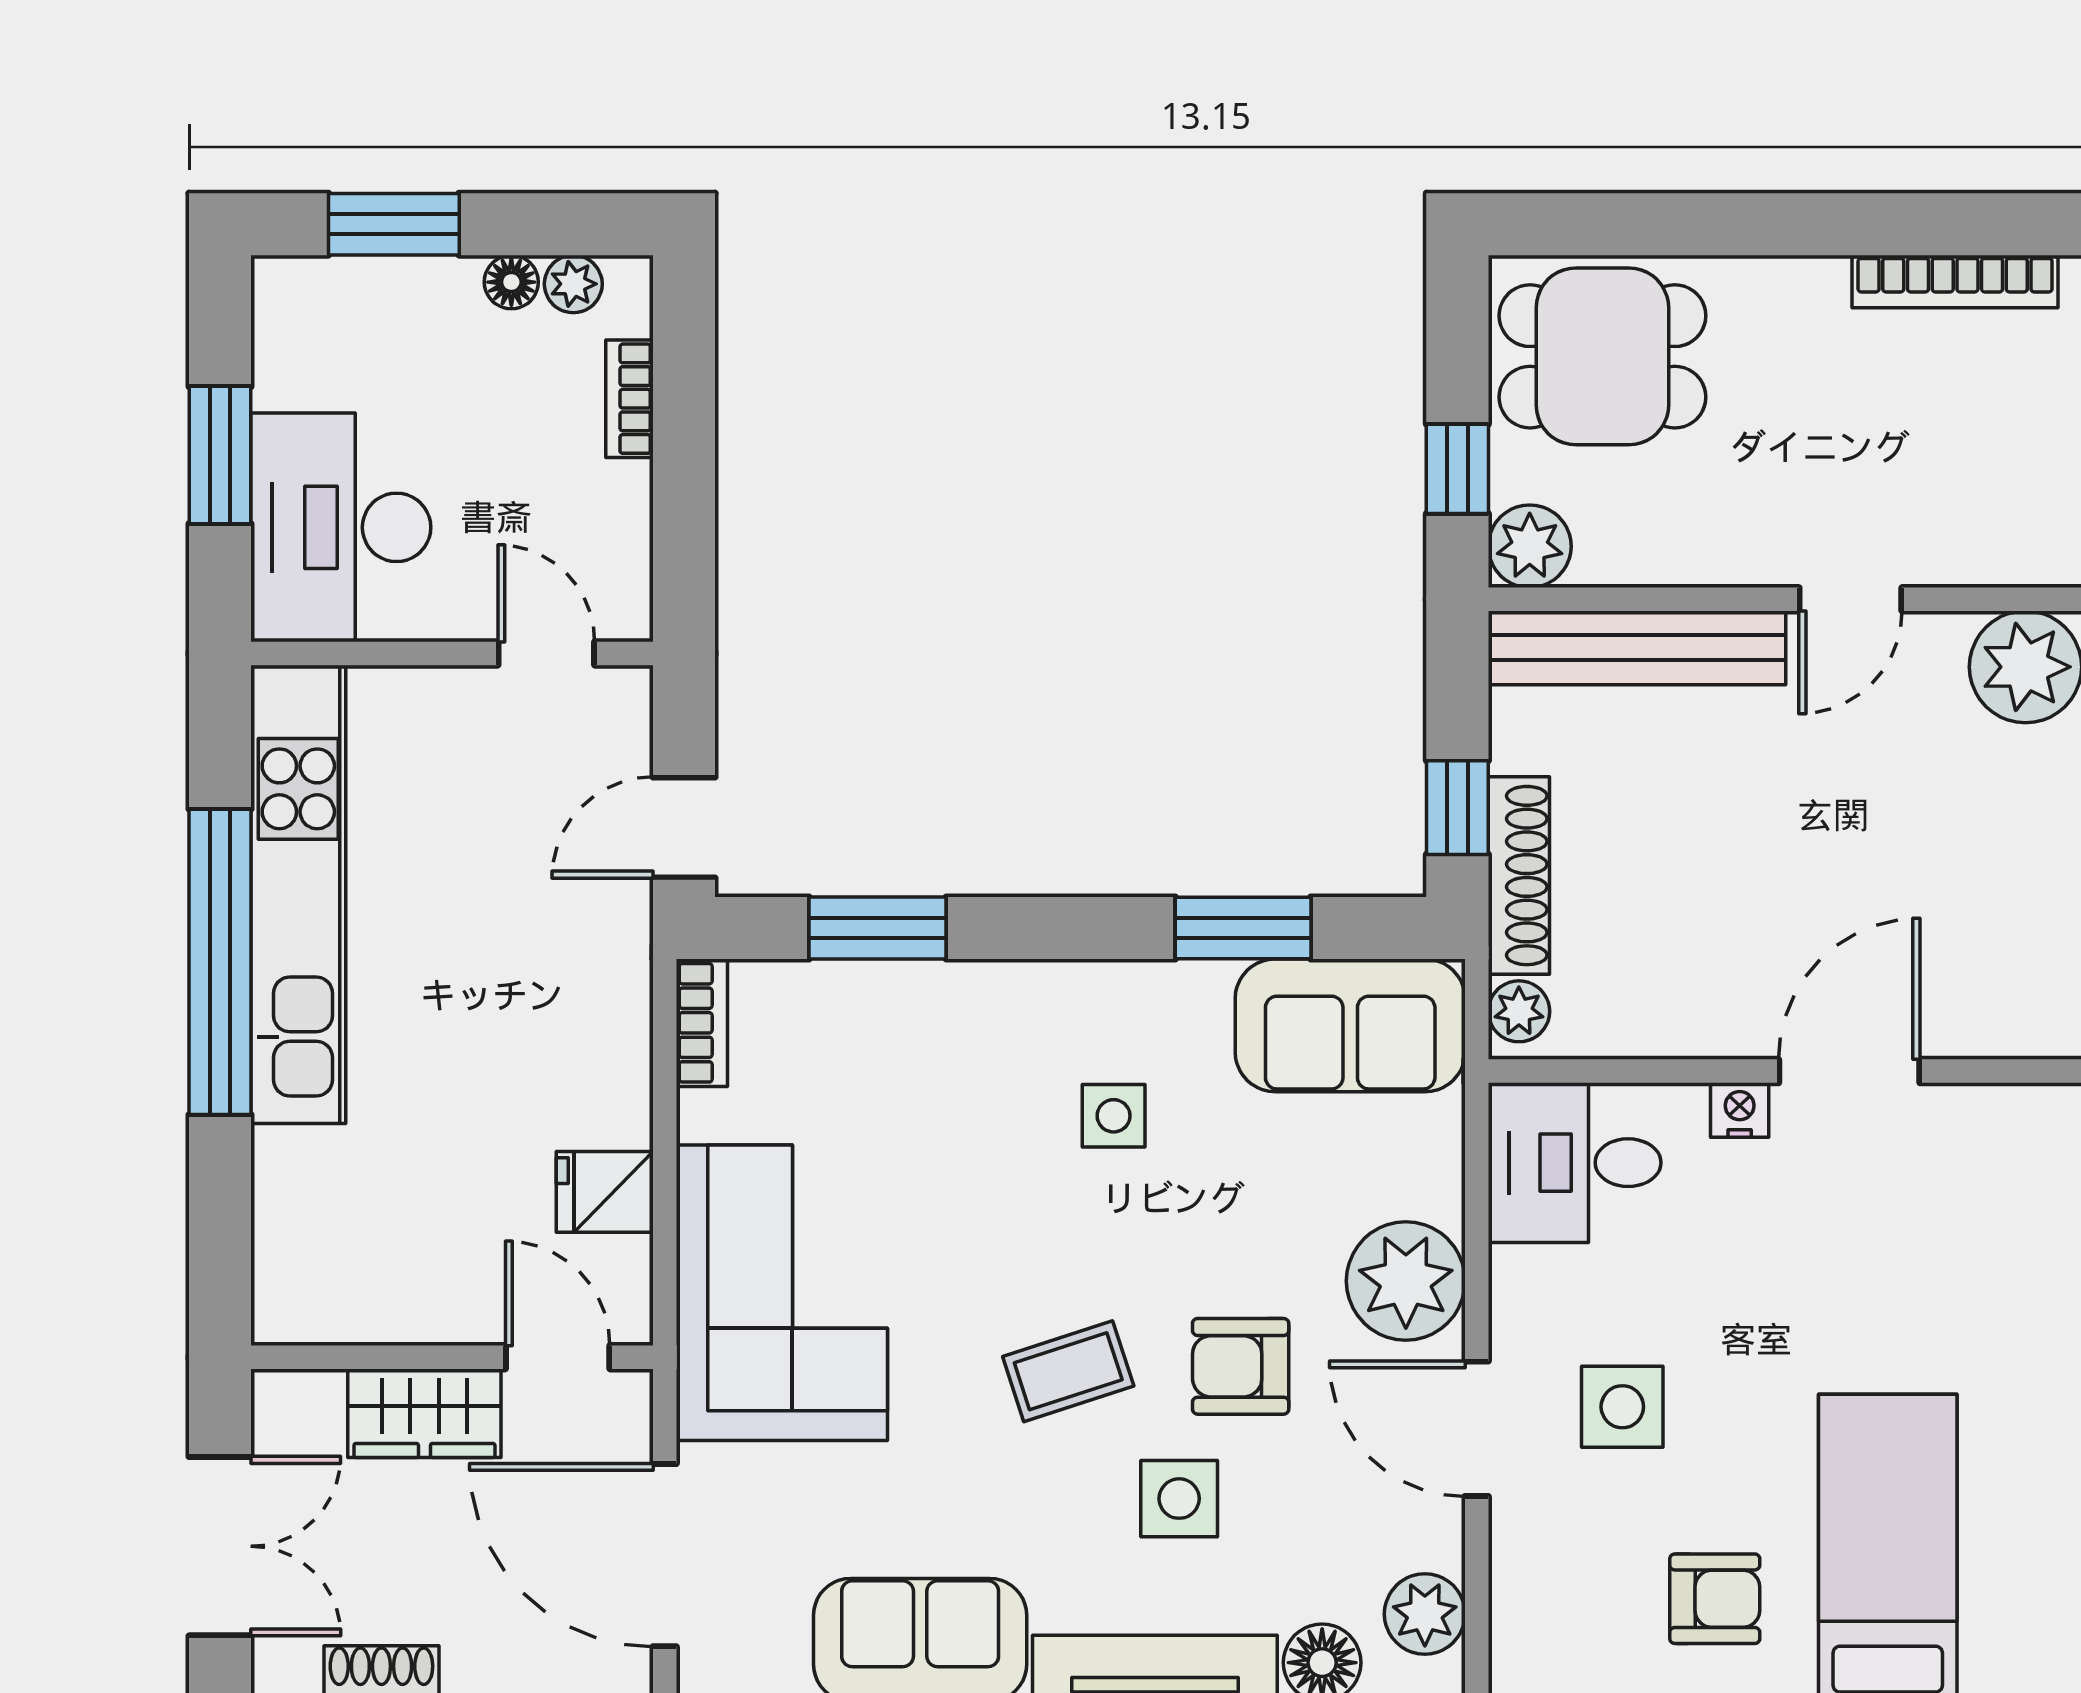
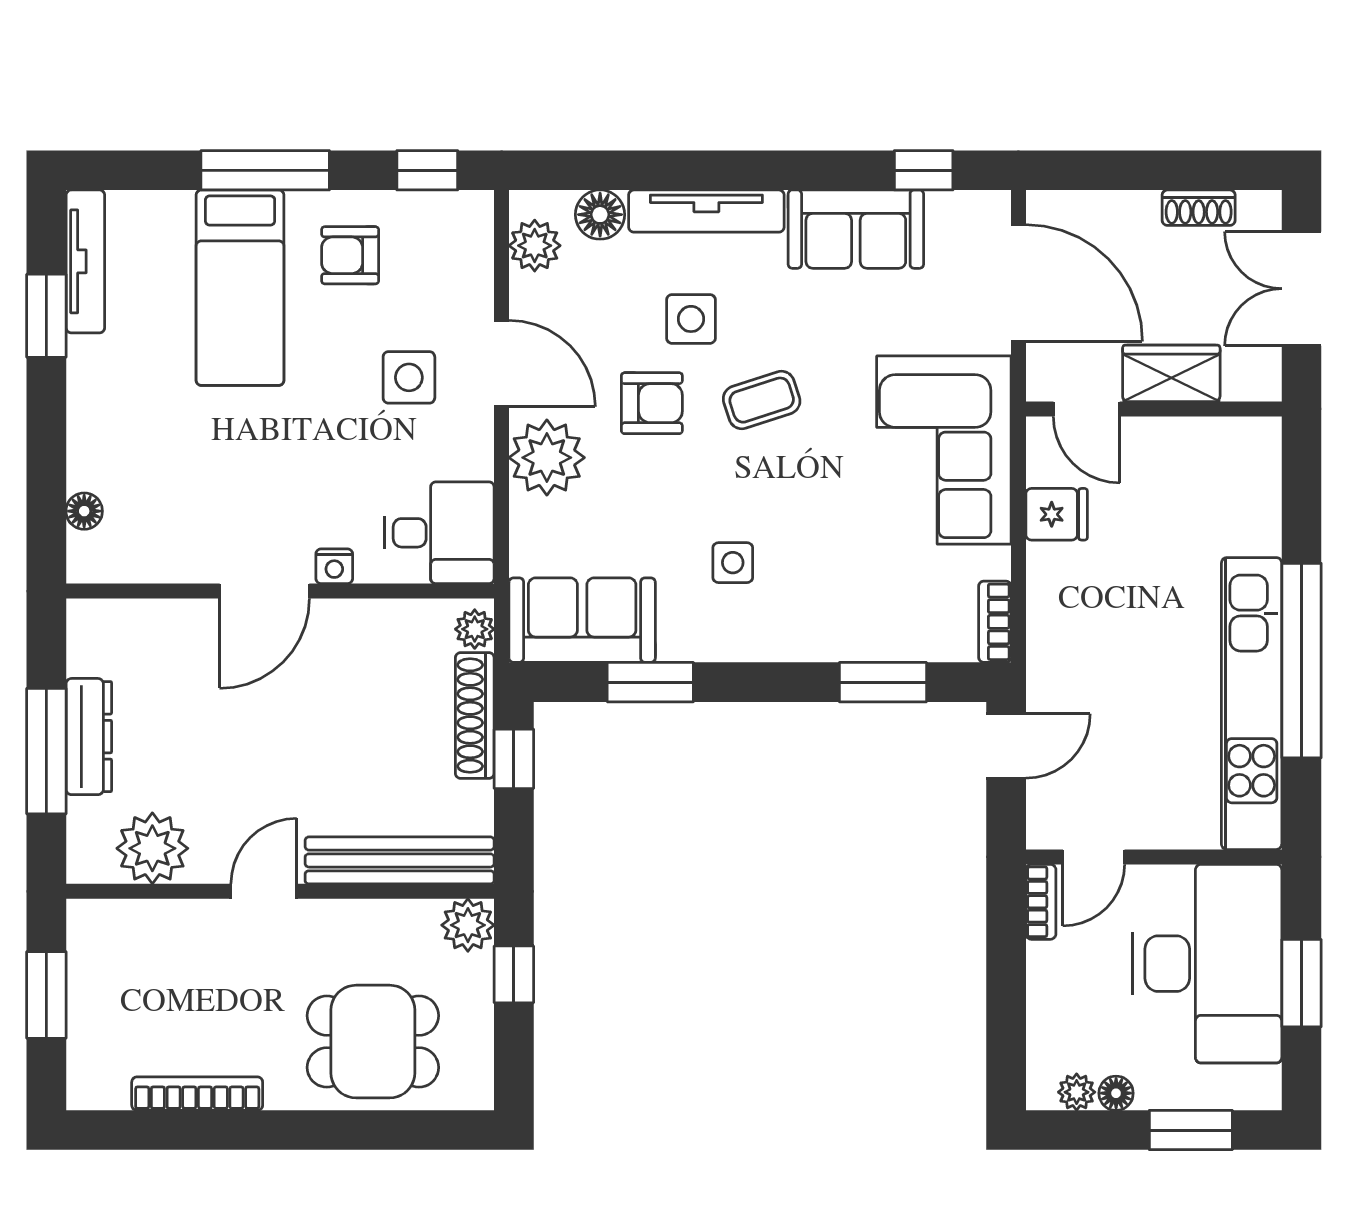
dining table: (1602, 356) -> (373, 1042), moved
bookcase: (629, 399) -> (1041, 902), moved
desk: (341, 527) -> (1207, 964), width x1.36, depth x1.30
door: (546, 653) -> (1094, 857), hinge flipped

